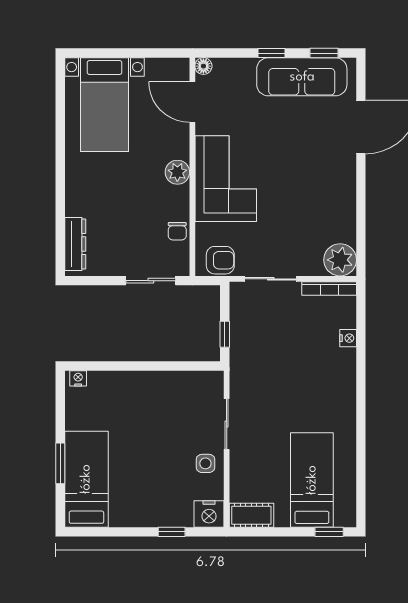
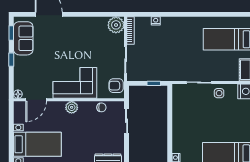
sofa: (302, 77) -> (23, 38), width x0.73
armchair: (220, 260) -> (116, 86), turned -90

